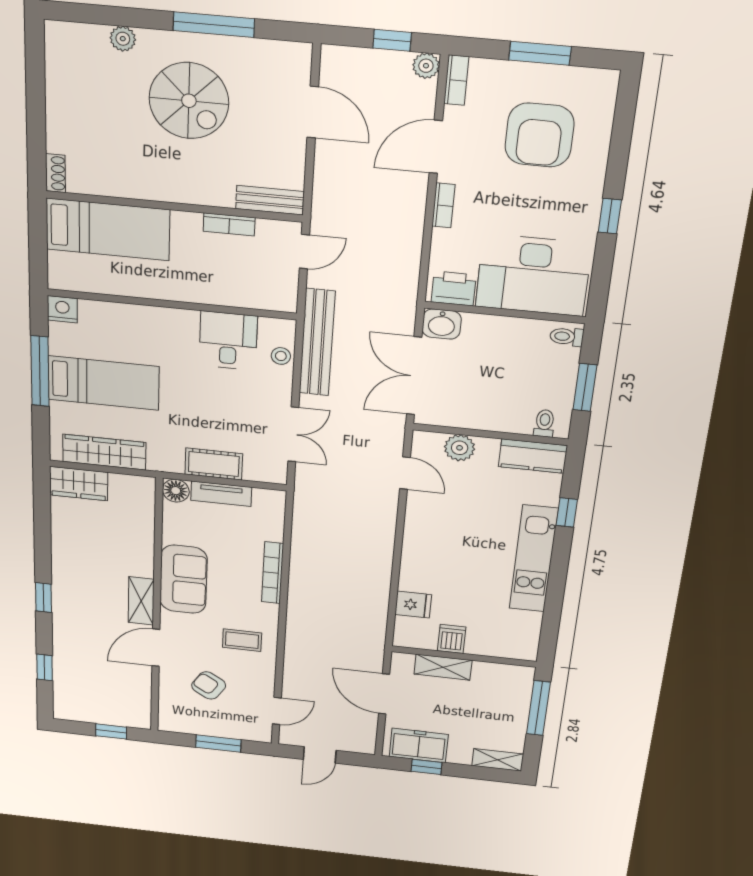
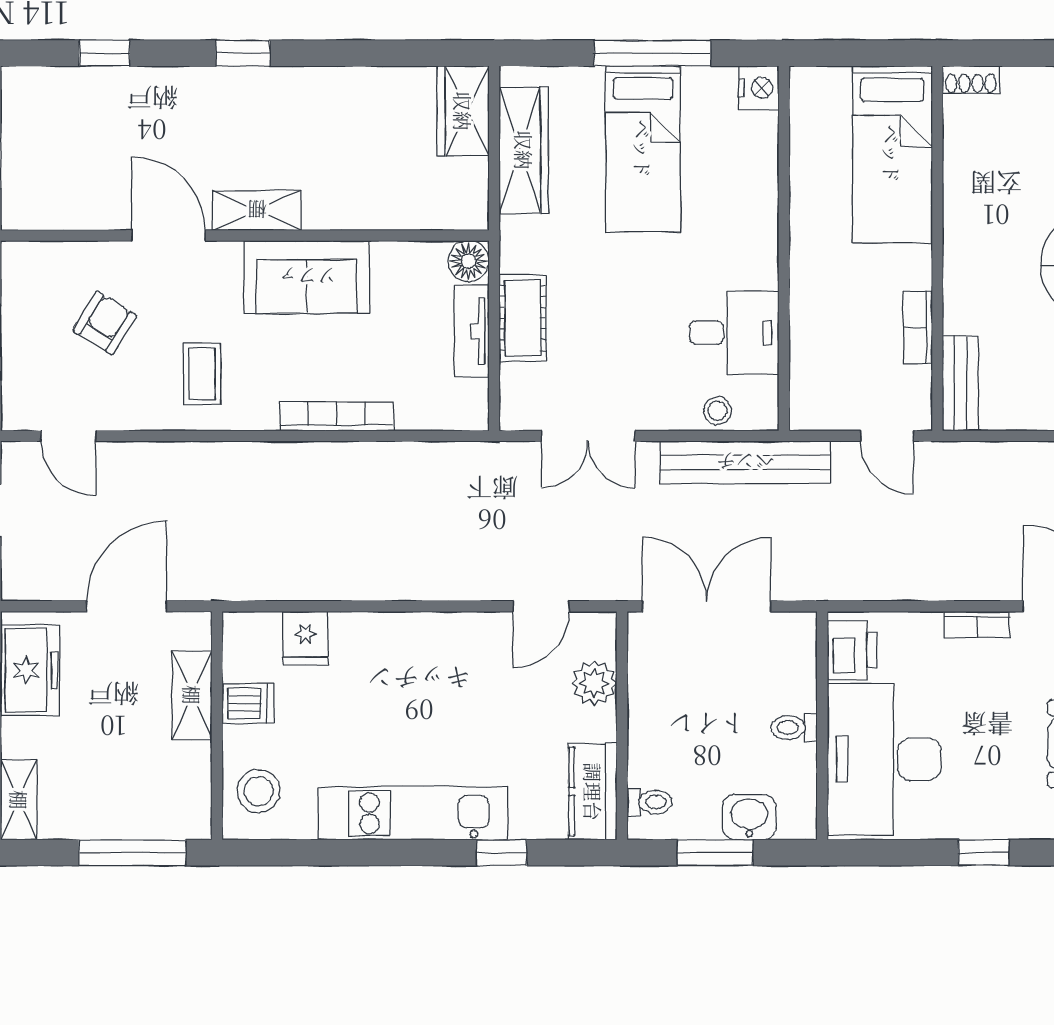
washbasin: (442, 324) -> (749, 817), moved, turned 90
toilet: (567, 337) -> (794, 727), moved, turned -90
stool: (508, 640) -> (259, 791), added

